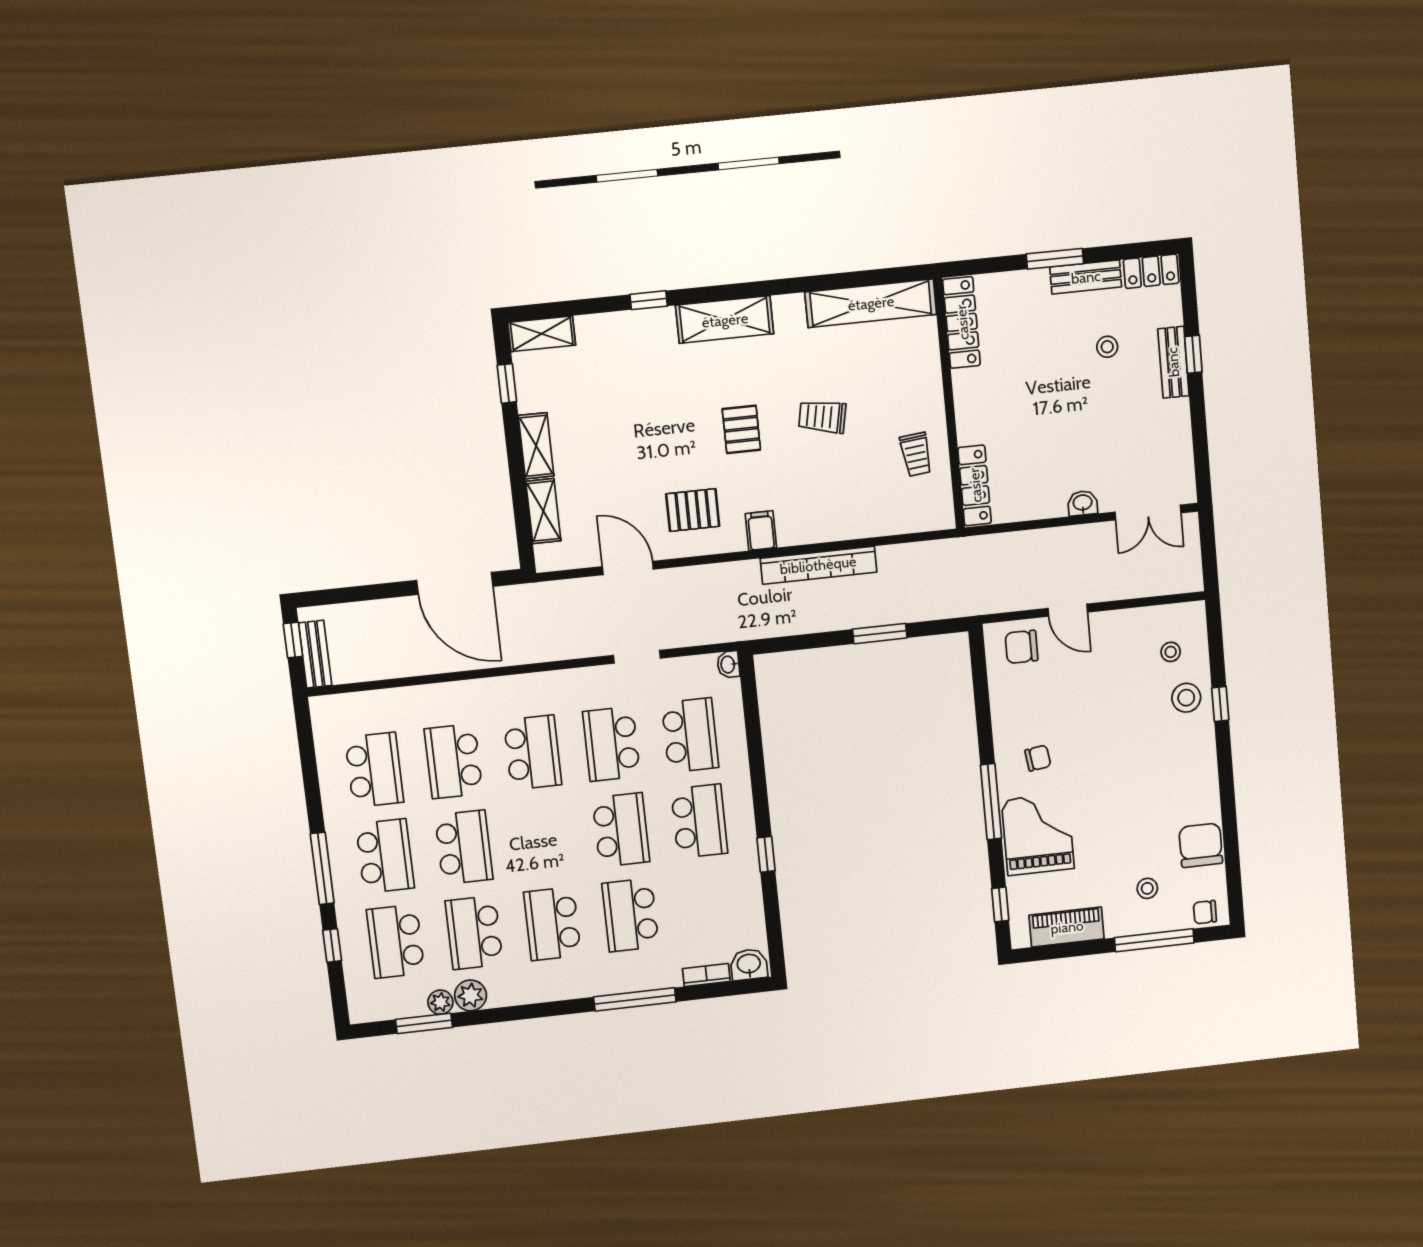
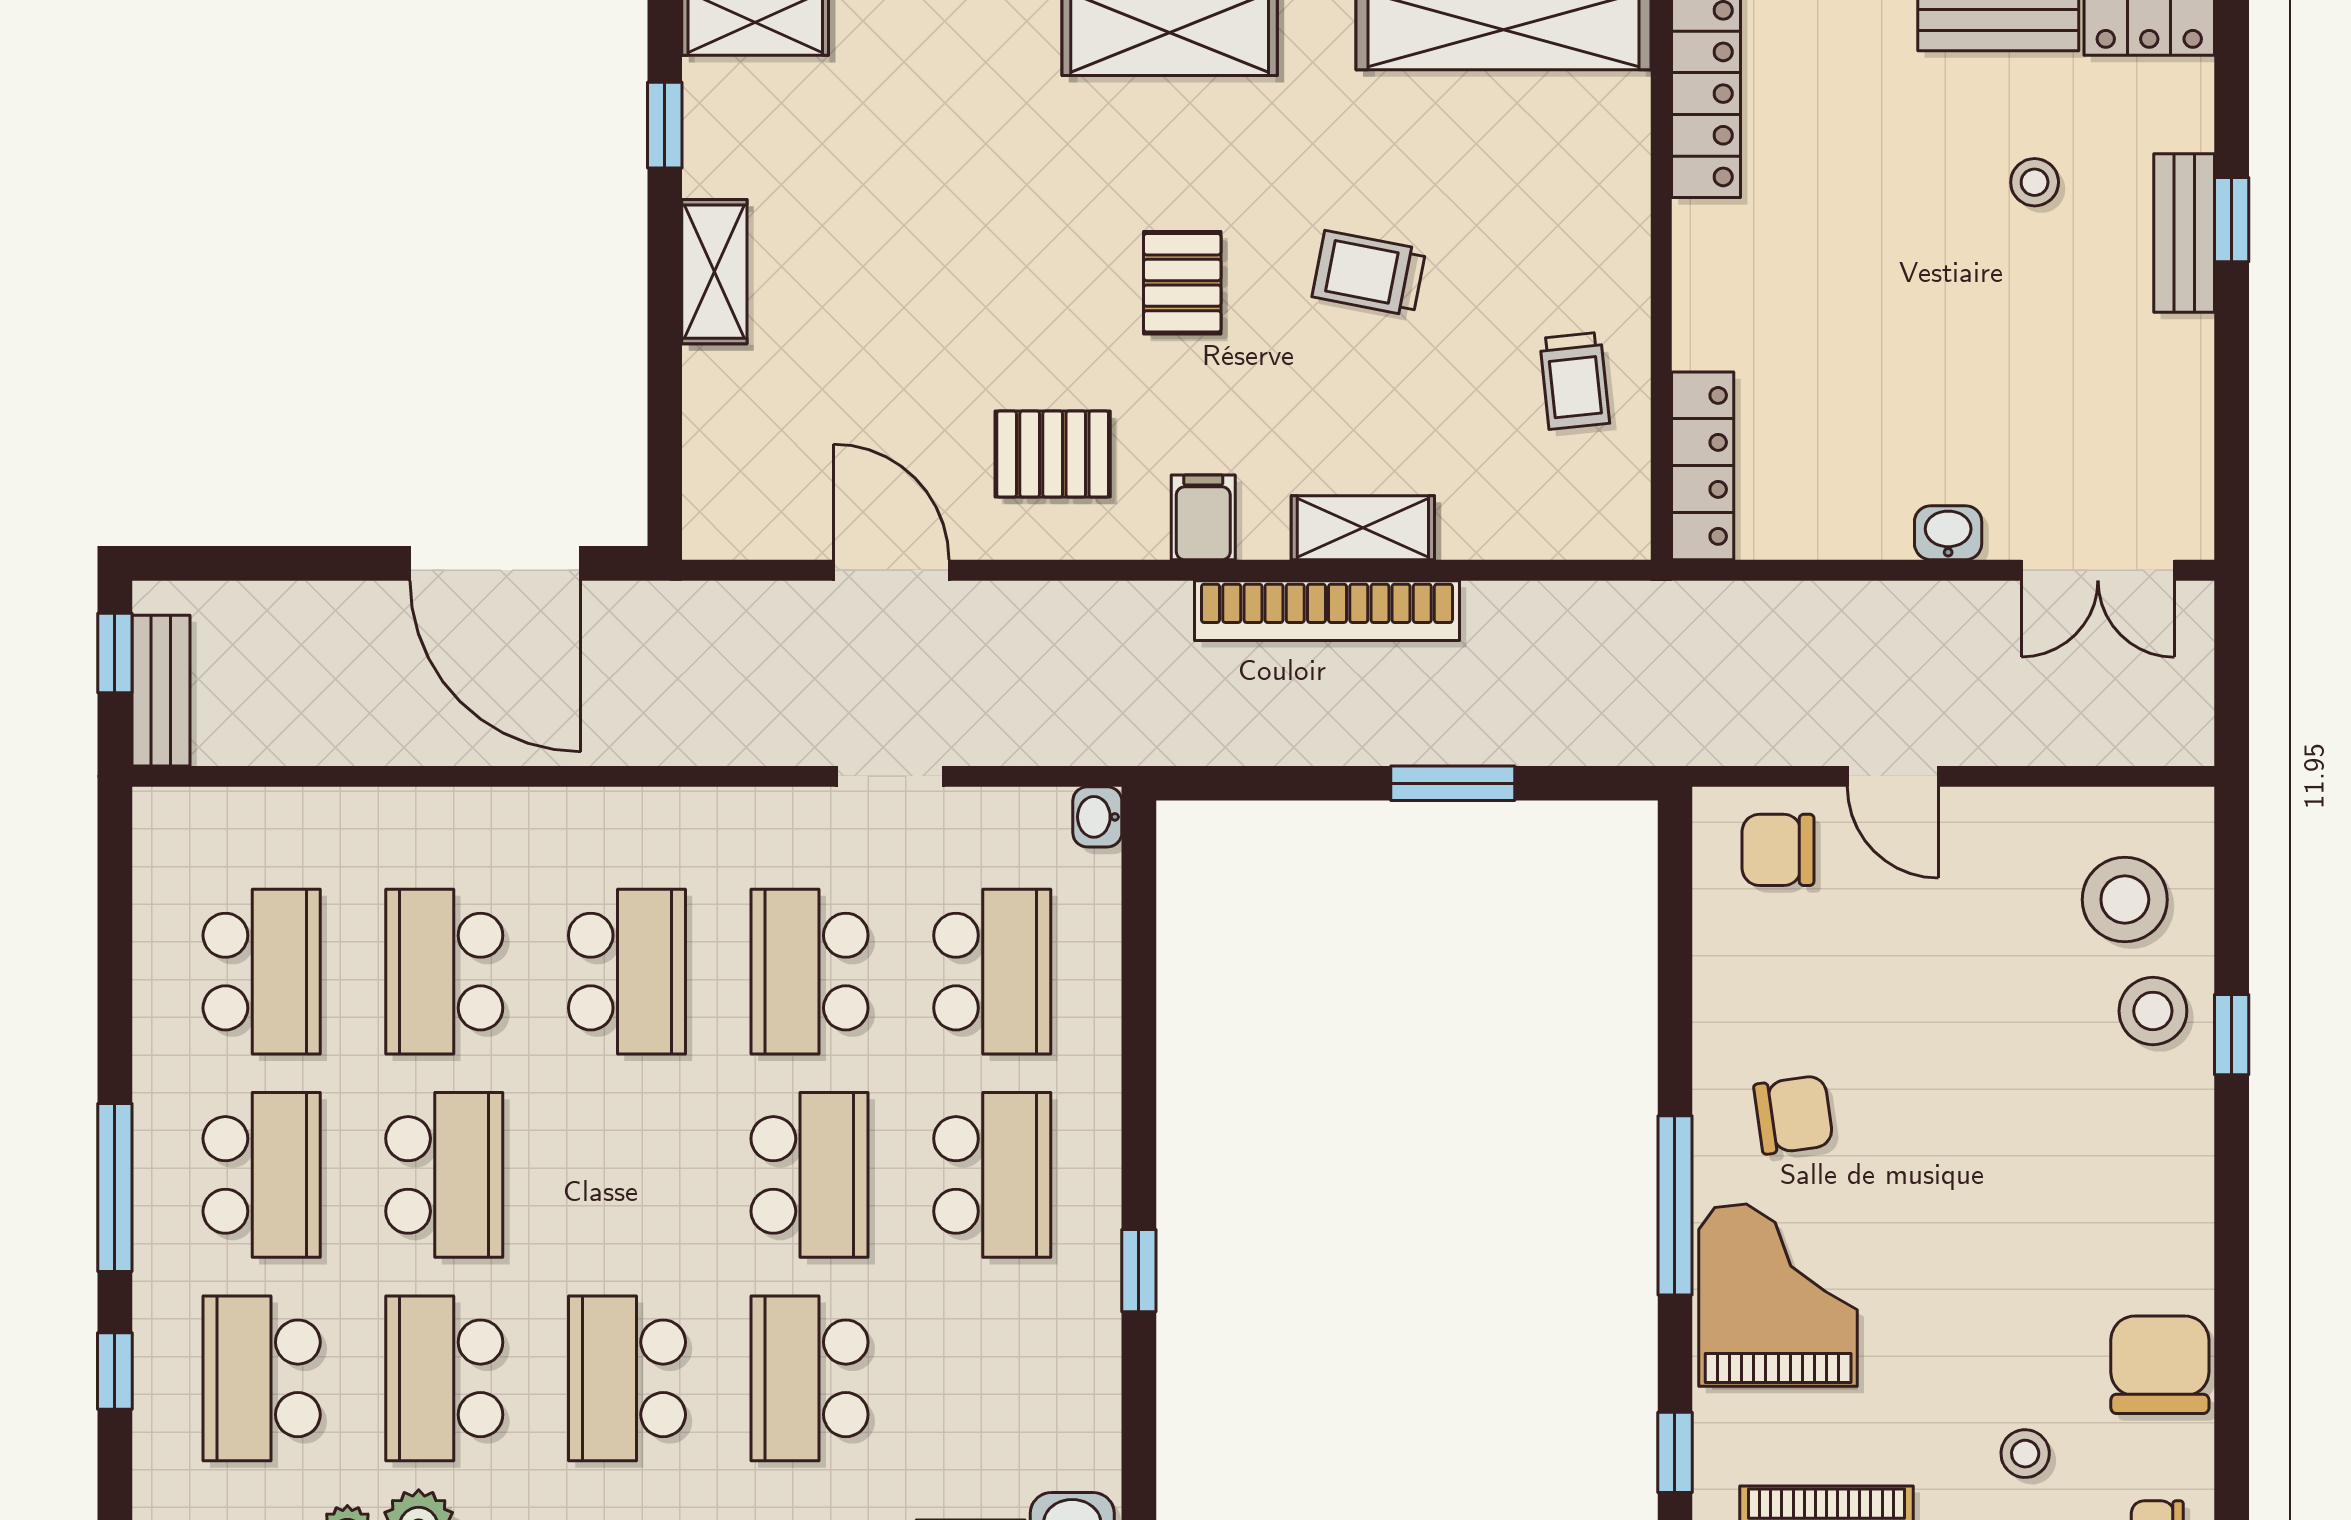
shelving: (543, 511) -> (1363, 528), moved, turned 90
stool: (1171, 652) -> (2125, 900), width x1.89, depth x1.89
chair: (1038, 758) -> (1793, 1115), width x1.37, depth x1.37

